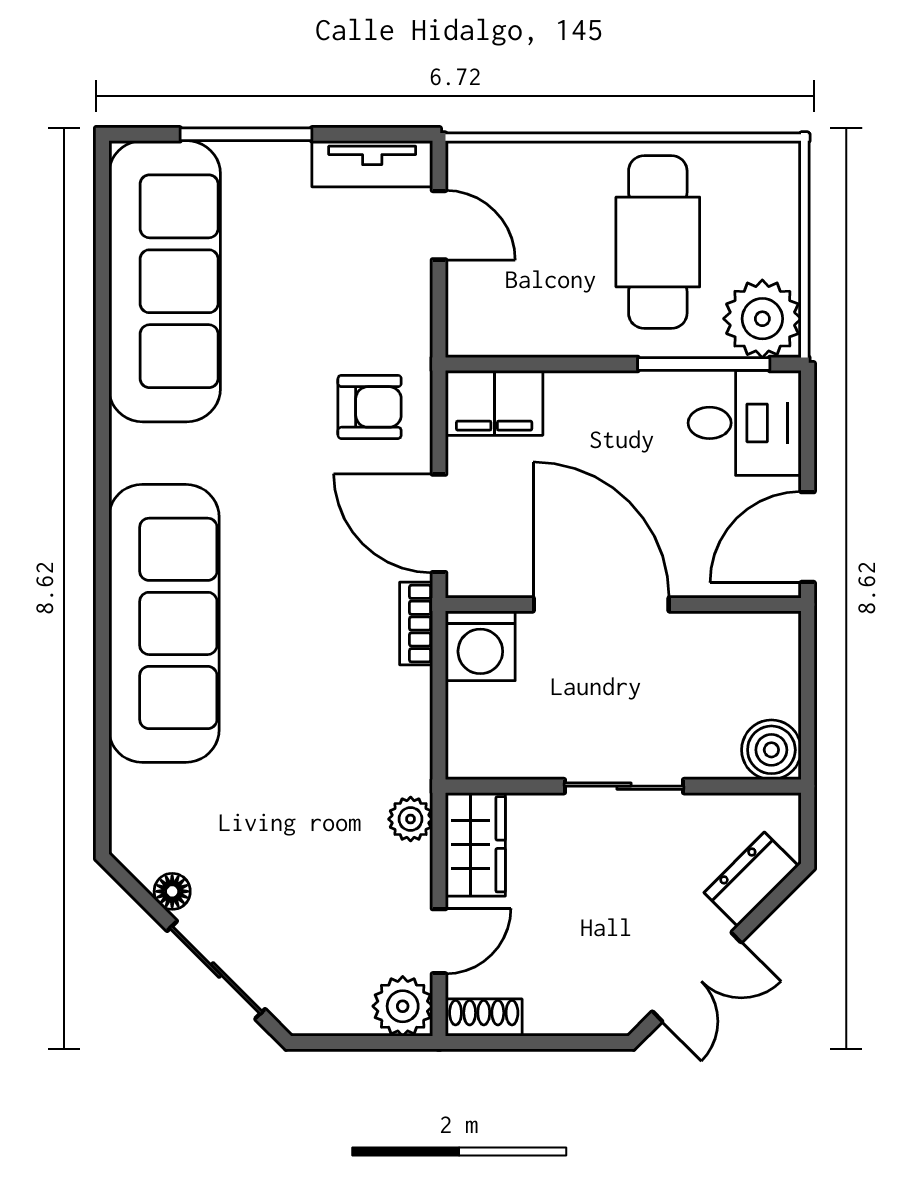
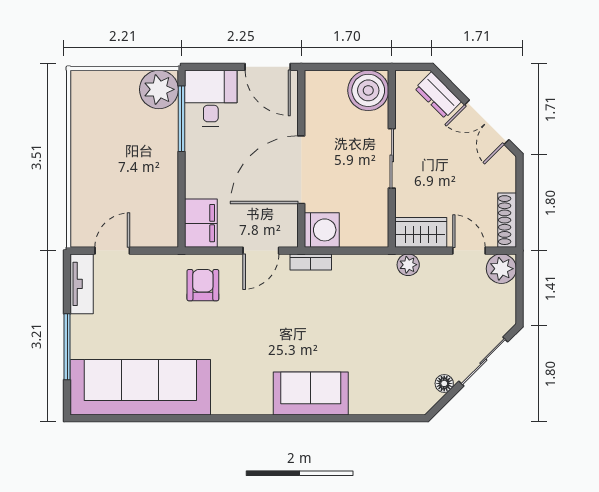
cafe table: (658, 242) -> (121, 142), removed
door: (439, 523) -> (261, 251), width x0.73
sofa: (164, 623) -> (311, 393), width x0.54, depth x0.79
boiler: (771, 750) -> (368, 90), width x1.37, depth x1.37
double door: (697, 977) -> (487, 122), swing flipped
shoe rack: (484, 1018) -> (507, 220), width x1.43

